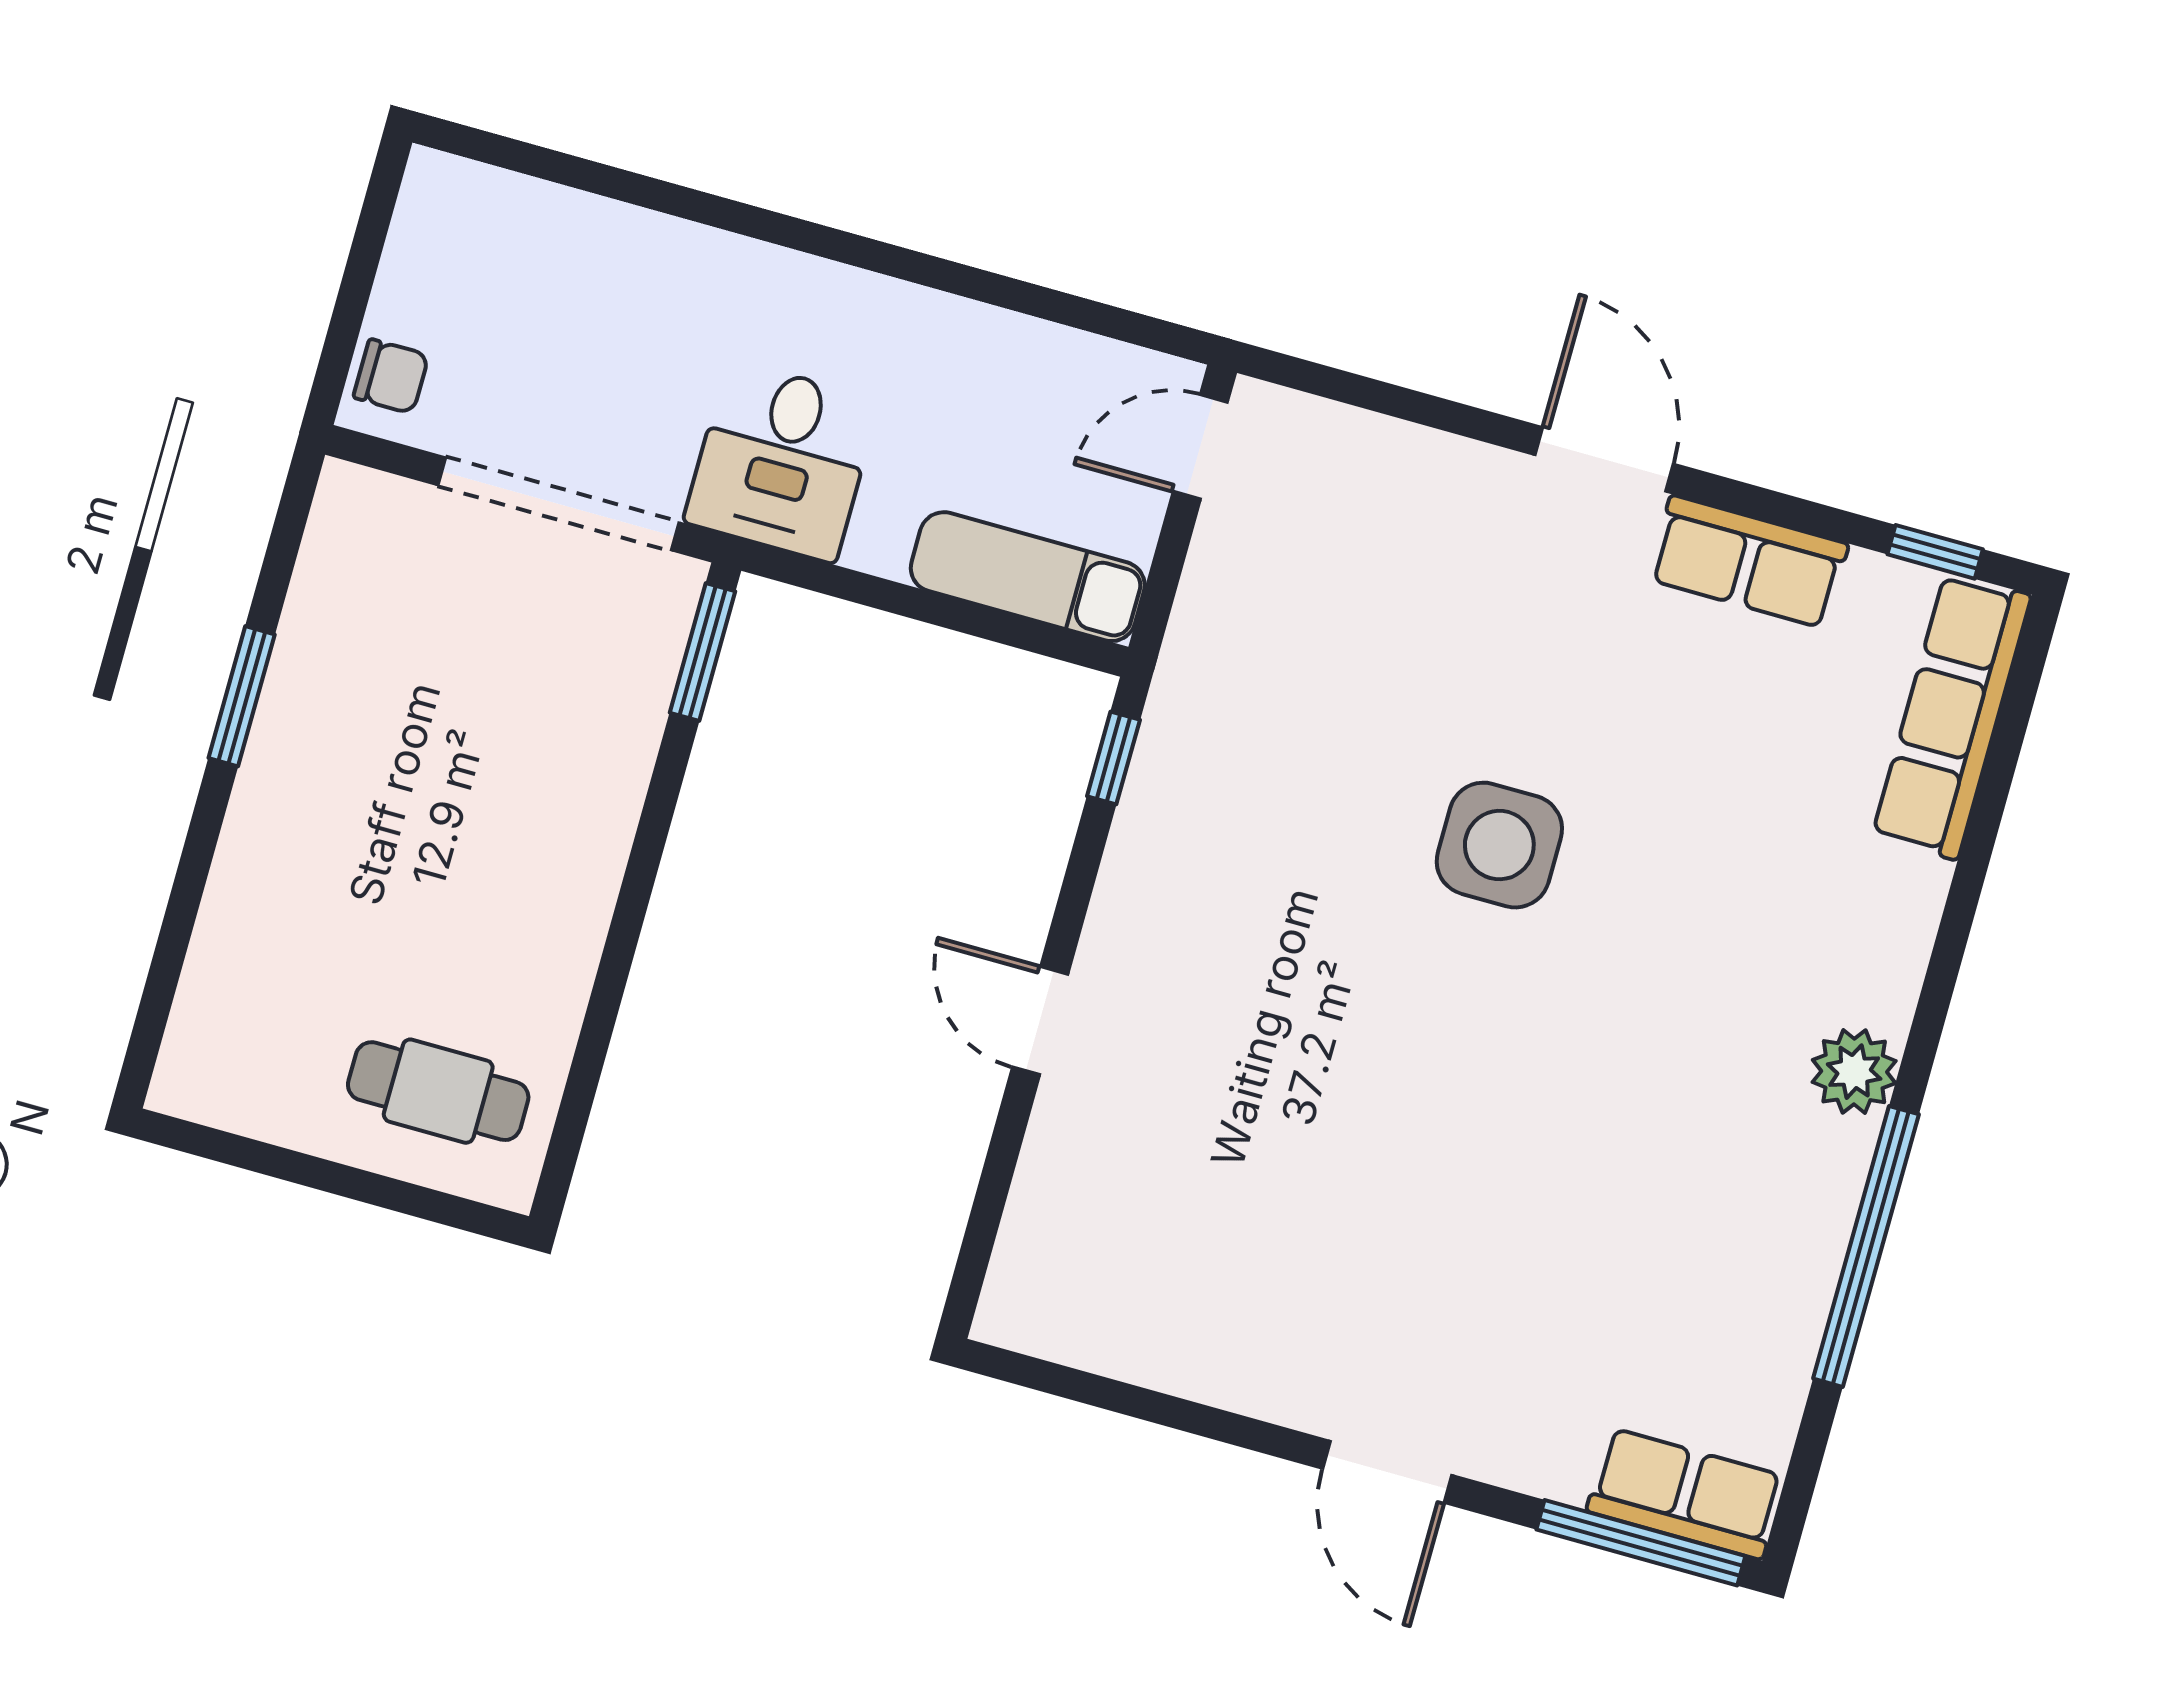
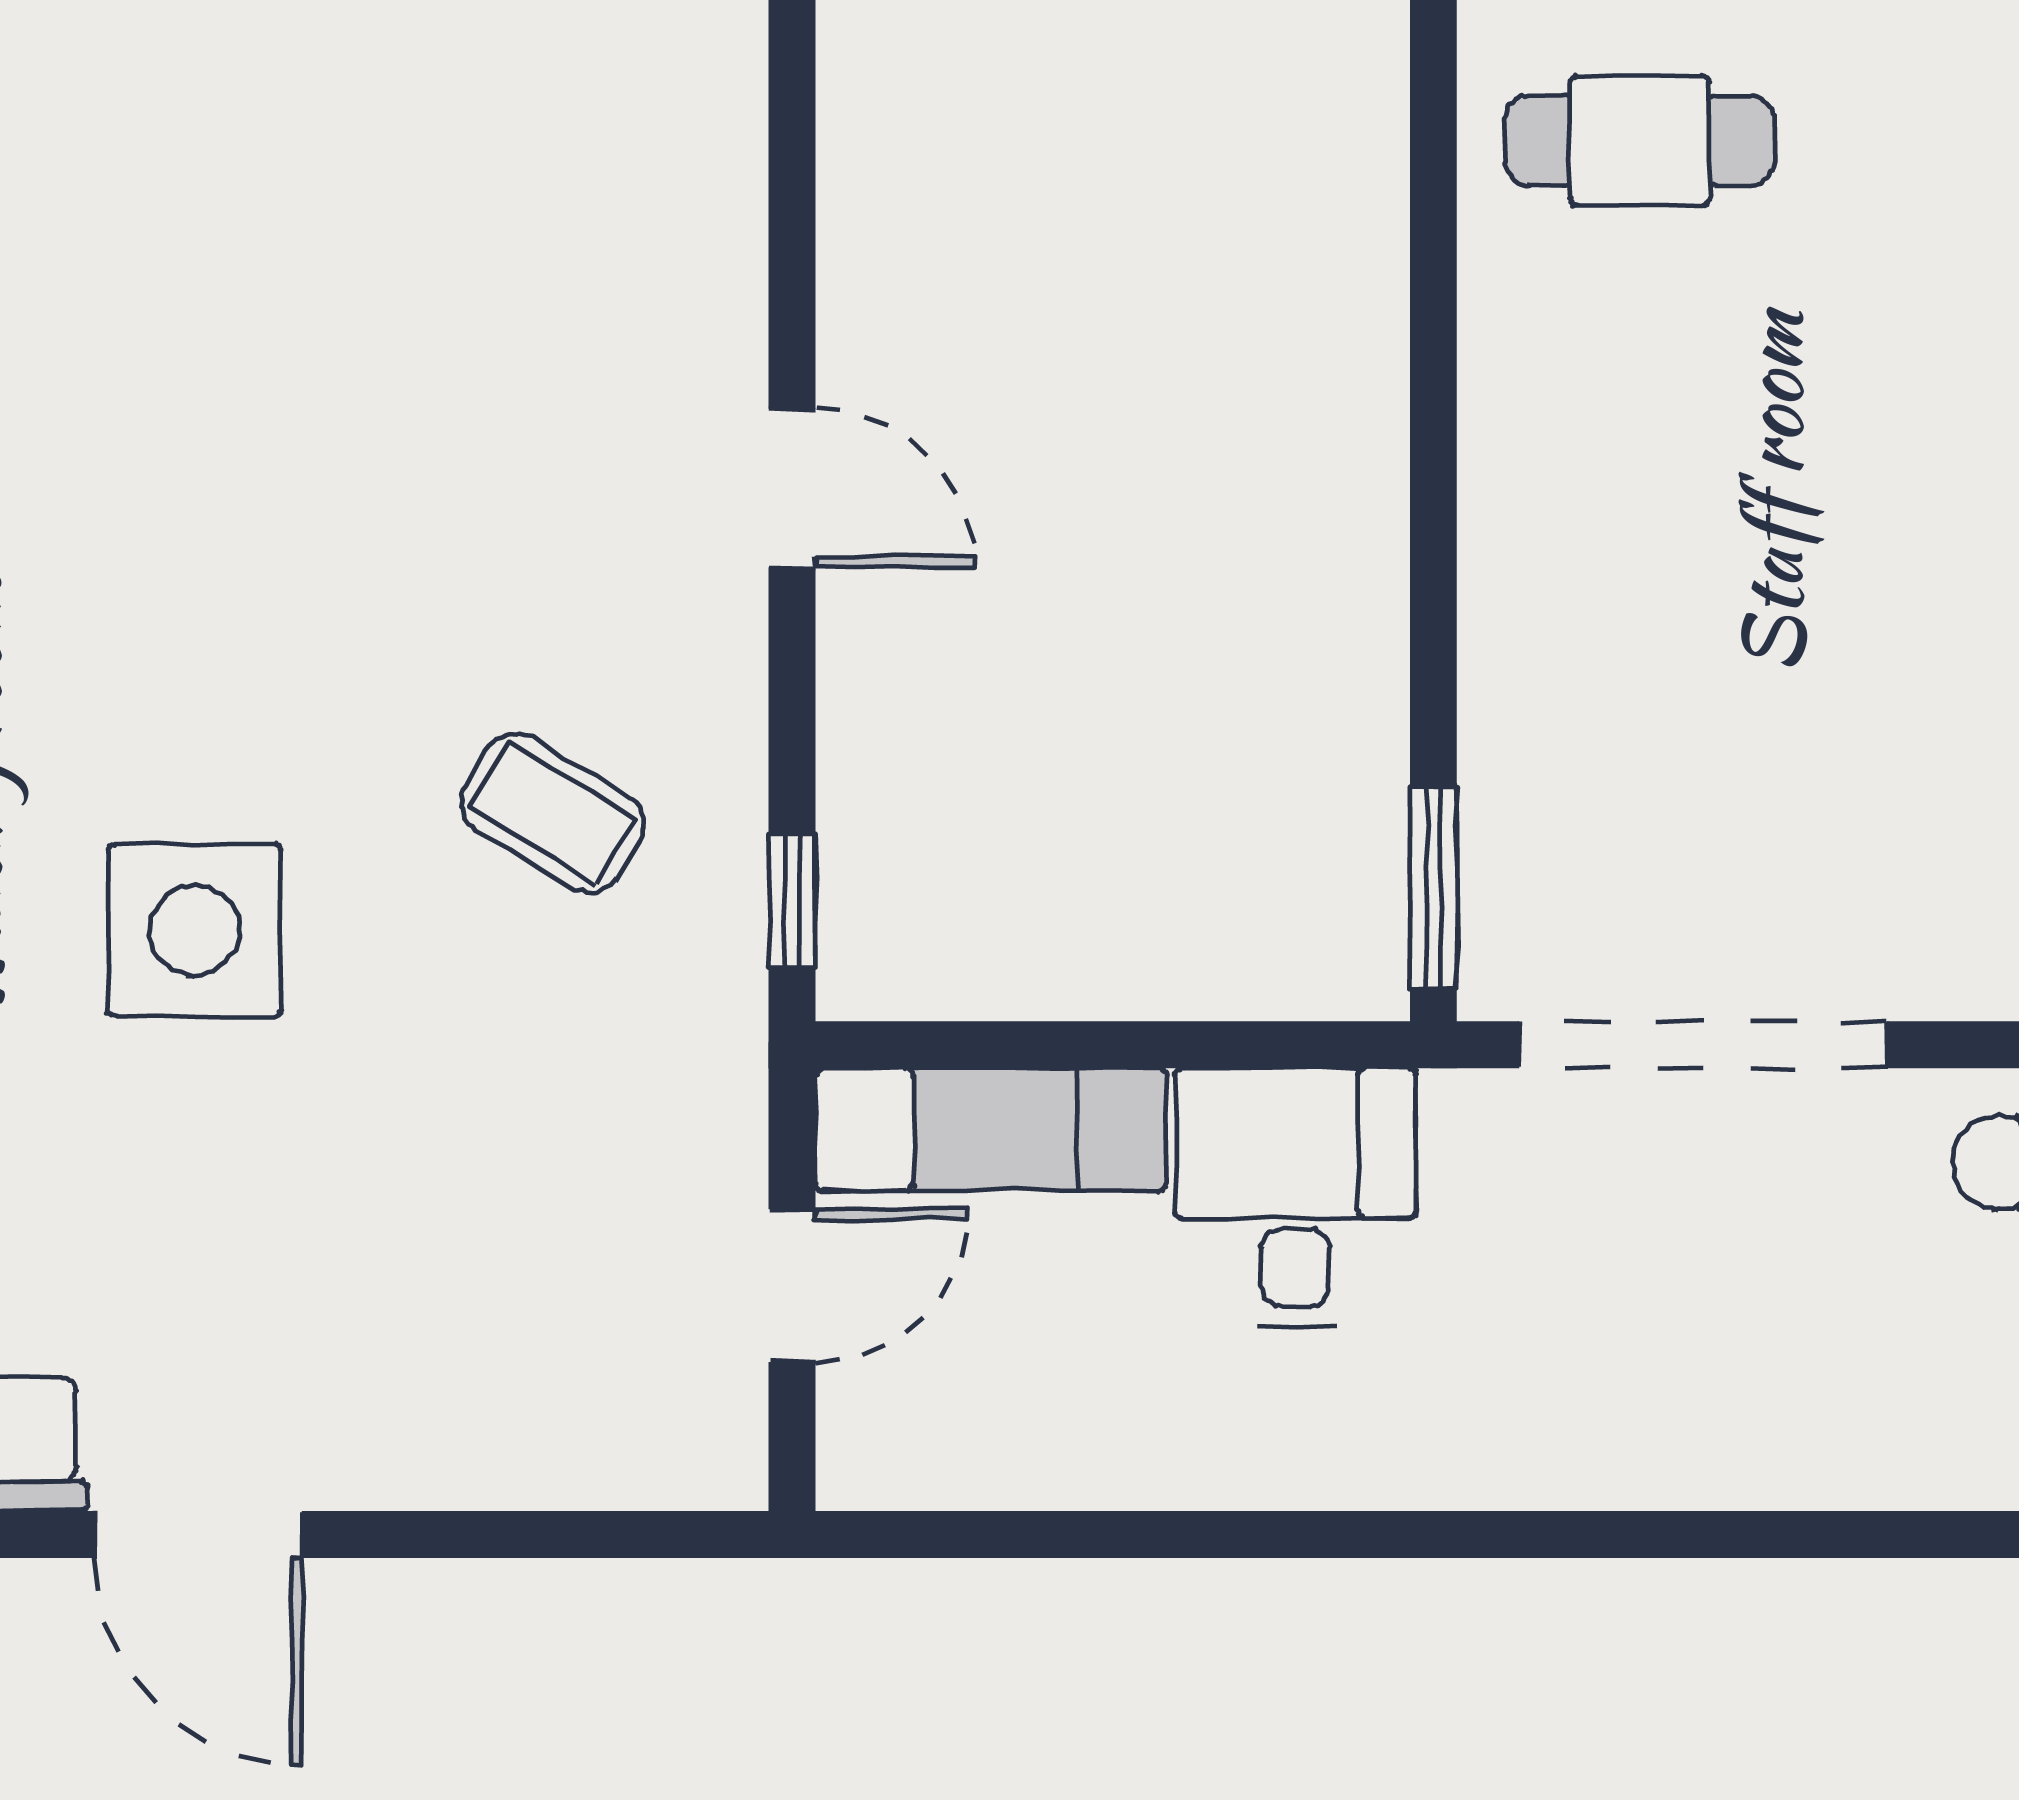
door: (1200, 447) -> (792, 1286), moved
desk: (782, 461) -> (1295, 1198), moved
coffee table: (1251, 856) -> (552, 813), added

